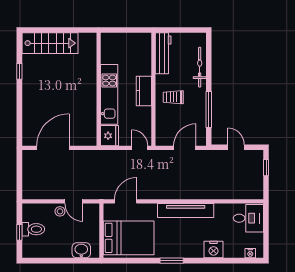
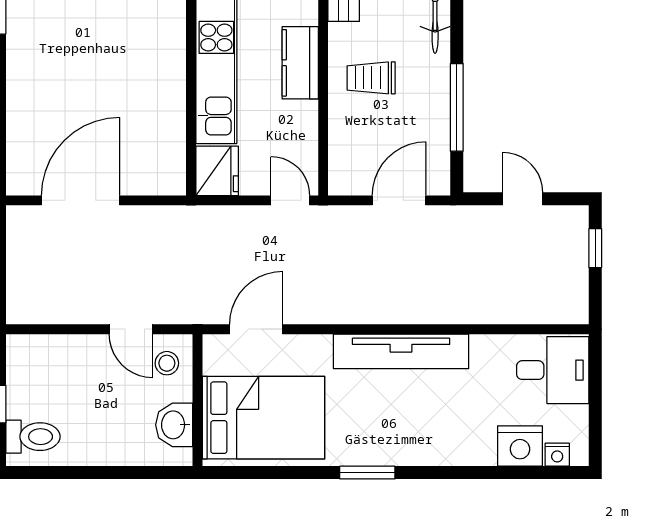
stool: (60, 211) -> (167, 363), moved
toilet: (33, 229) -> (33, 437), moved
washbasin: (81, 250) -> (174, 425), moved, turned -90
nightstand: (214, 250) -> (520, 446), moved

